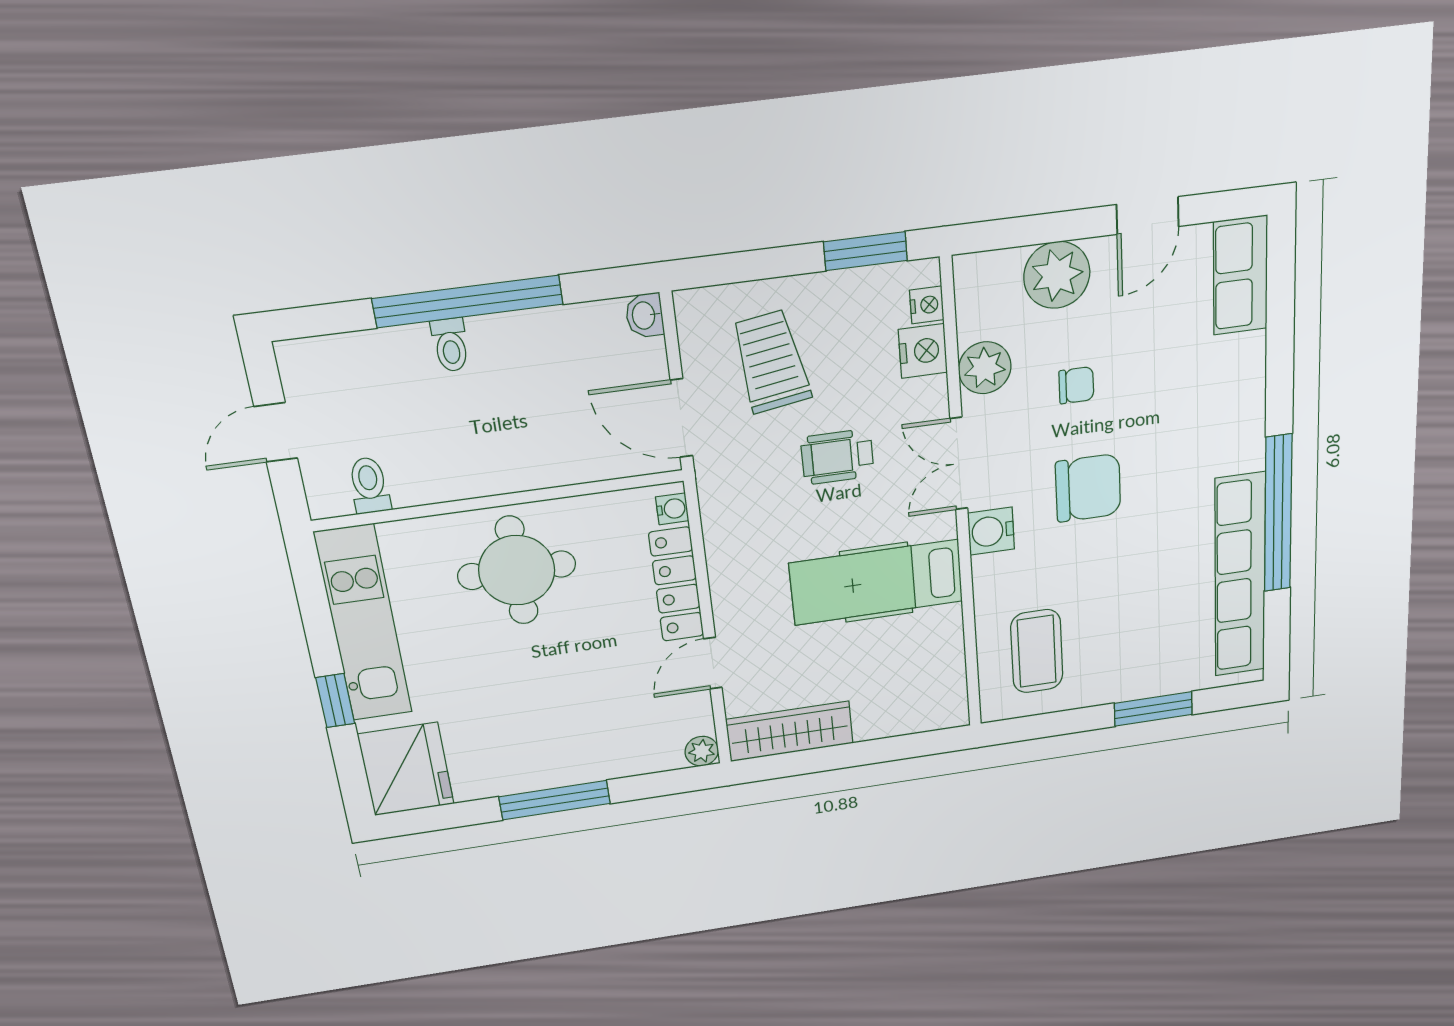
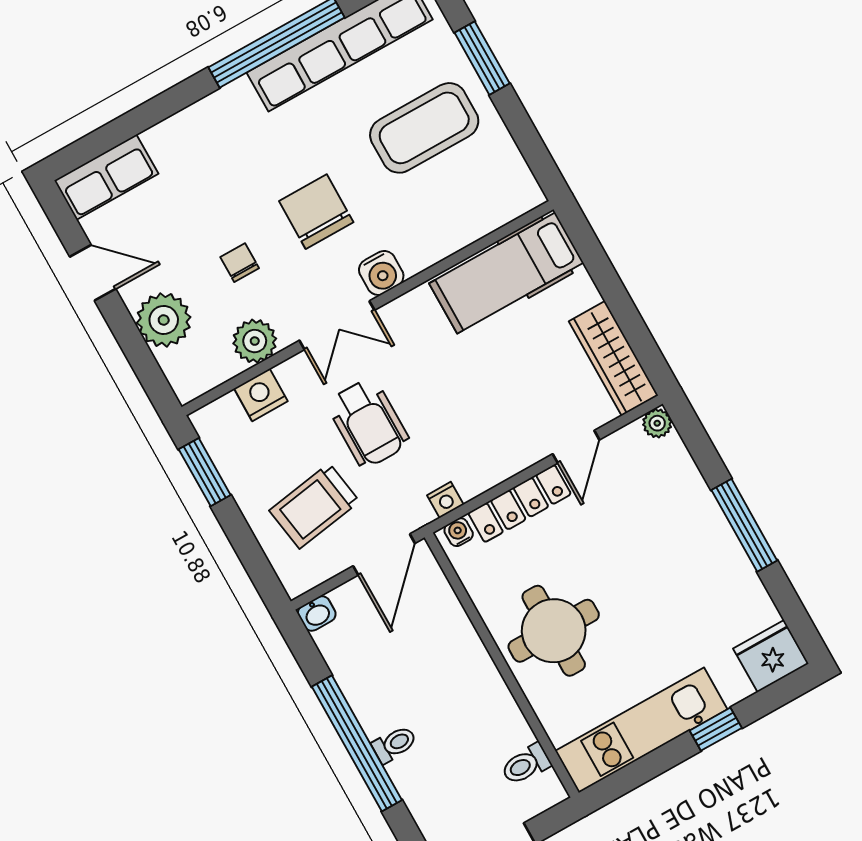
nightstand: (927, 305) -> (445, 500), moved, turned 180
wheelchair: (837, 457) -> (368, 423), width x1.36, depth x1.37
hospital bed: (876, 582) -> (506, 273), moved, turned 90
coffee table: (1037, 651) -> (424, 128), moved, width x1.36, depth x1.32
door: (713, 663) -> (576, 447), hinge flipped
fridge: (406, 769) -> (771, 656), width x0.73, depth x0.75

